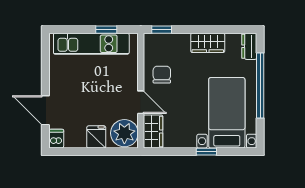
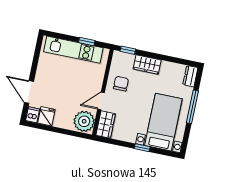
wardrobe: (208, 43) -> (147, 64), moved
window: (260, 85) -> (192, 107), width x0.68
door: (141, 102) -> (101, 101), swing flipped
fridge: (96, 137) -> (46, 116), moved

